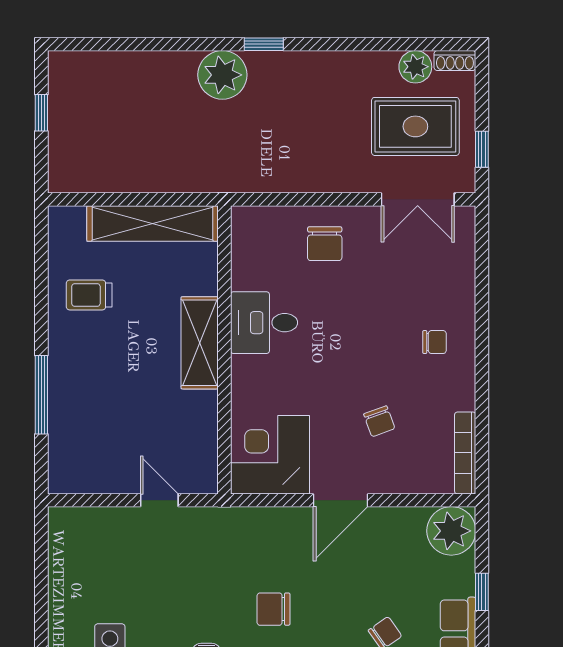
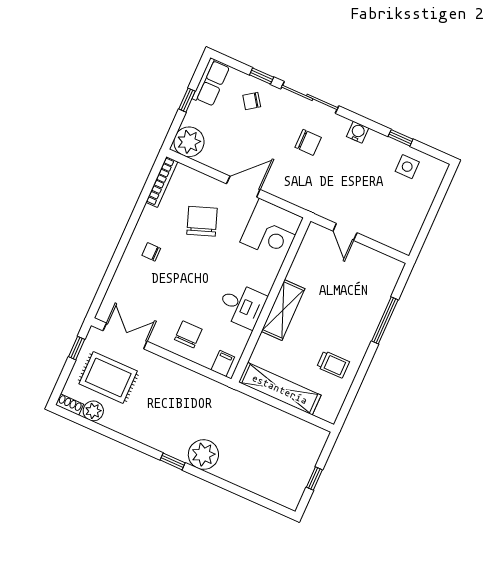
filing cabinet: (254, 223) -> (223, 363), added
chair: (379, 421) -> (202, 221), width x1.87, depth x1.87

